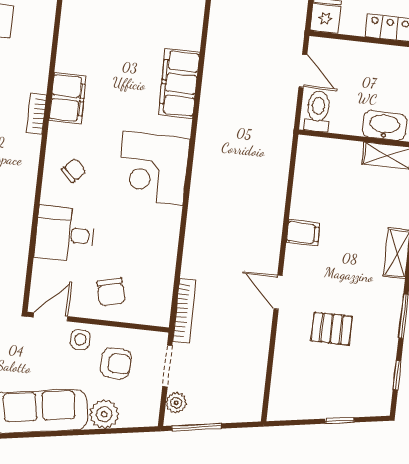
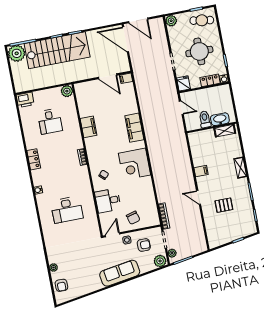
filing cabinet: (68, 98) -> (89, 127), moved
toilet: (318, 111) -> (205, 119), moved
plant: (104, 414) -> (160, 261), moved

